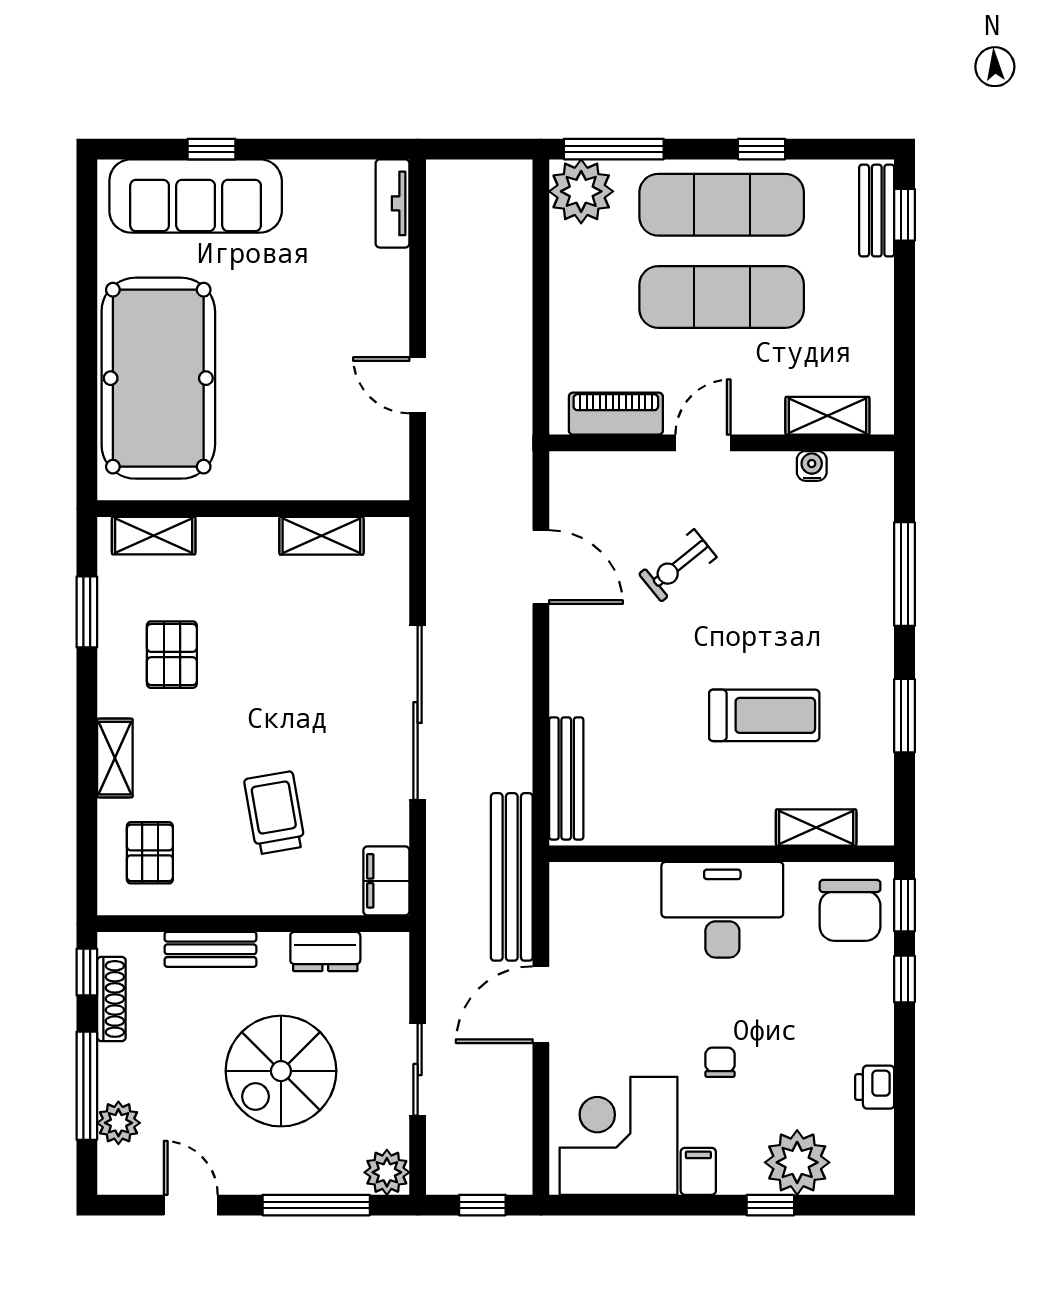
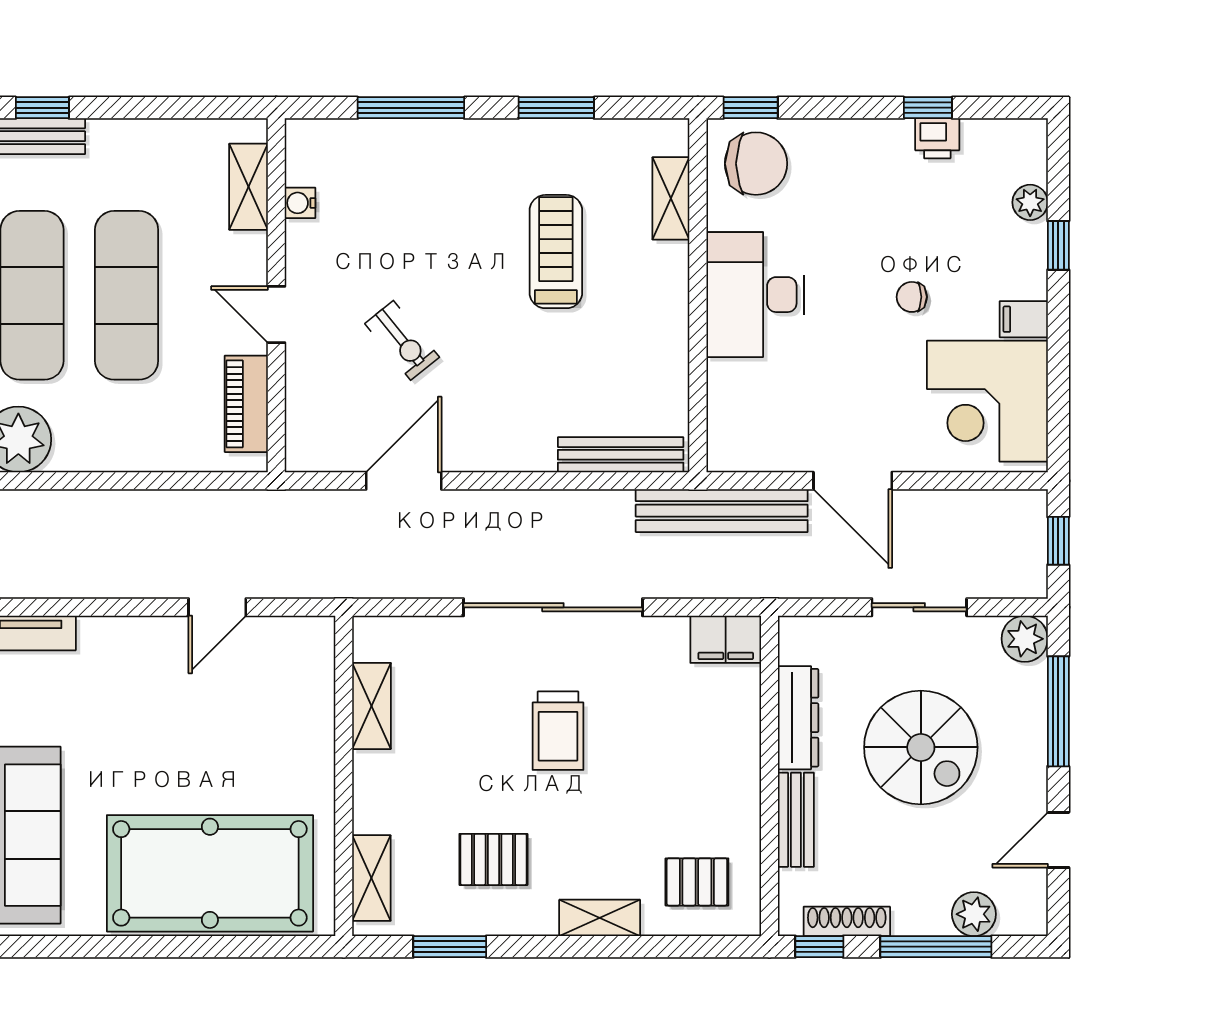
trolley: (275, 813) -> (558, 731), moved, turned -80
dresser: (325, 951) -> (798, 718), width x1.44
window: (905, 979) -> (928, 108), moved
plant: (797, 1162) -> (1030, 202), width x0.53, depth x0.53

